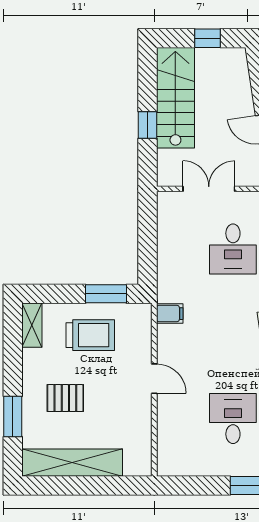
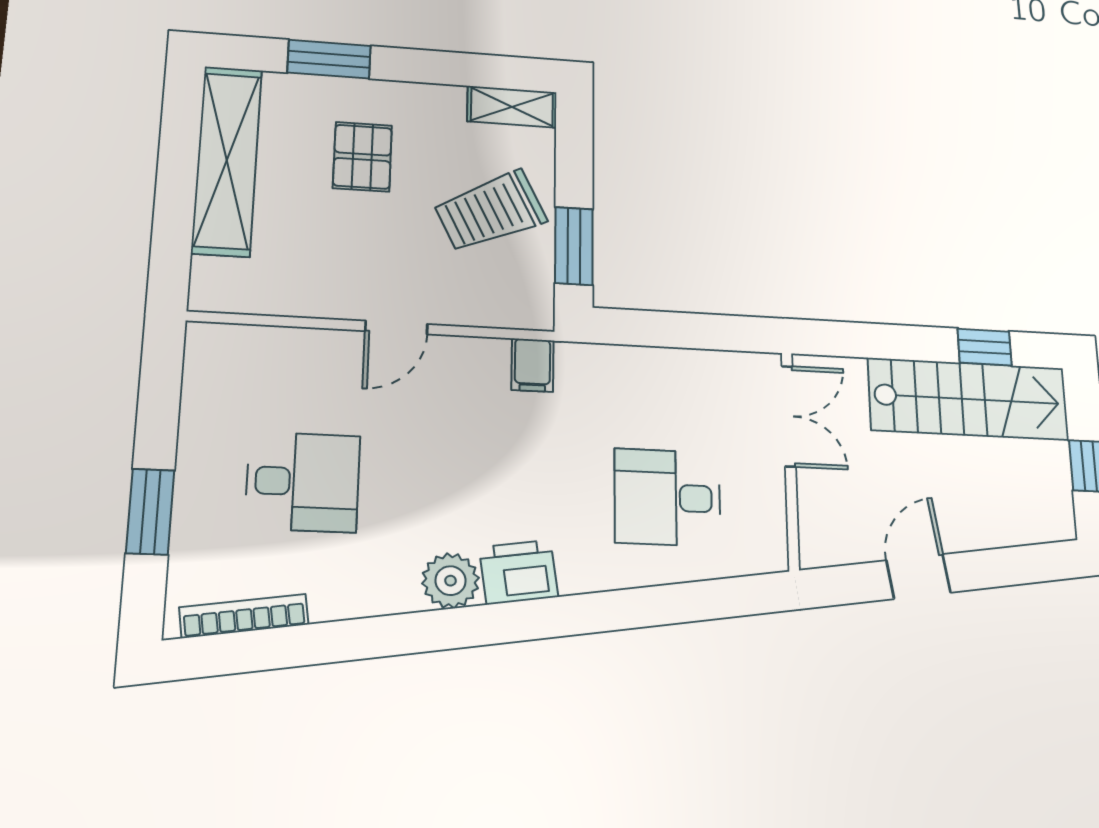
window: (147, 125) -> (985, 347), moved
double door: (209, 189) -> (789, 416), moved
trolley: (90, 335) -> (490, 211), turned 64

